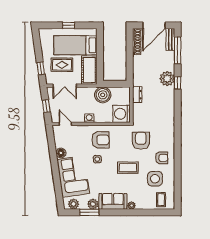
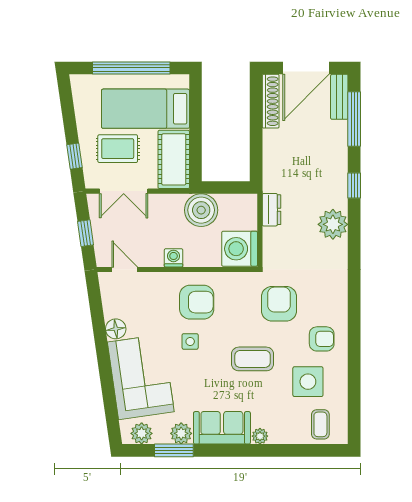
window: (69, 25) -> (131, 68), width x3.17
plant: (167, 79) -> (333, 224), moved

